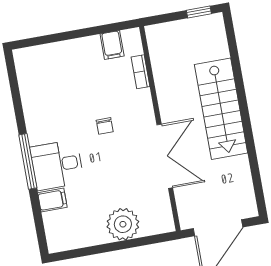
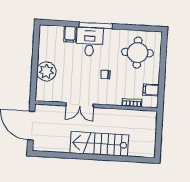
window: (199, 12) -> (158, 145), removed
round table: (56, 82) -> (137, 53), added
double door: (165, 156) -> (80, 105), width x0.73

